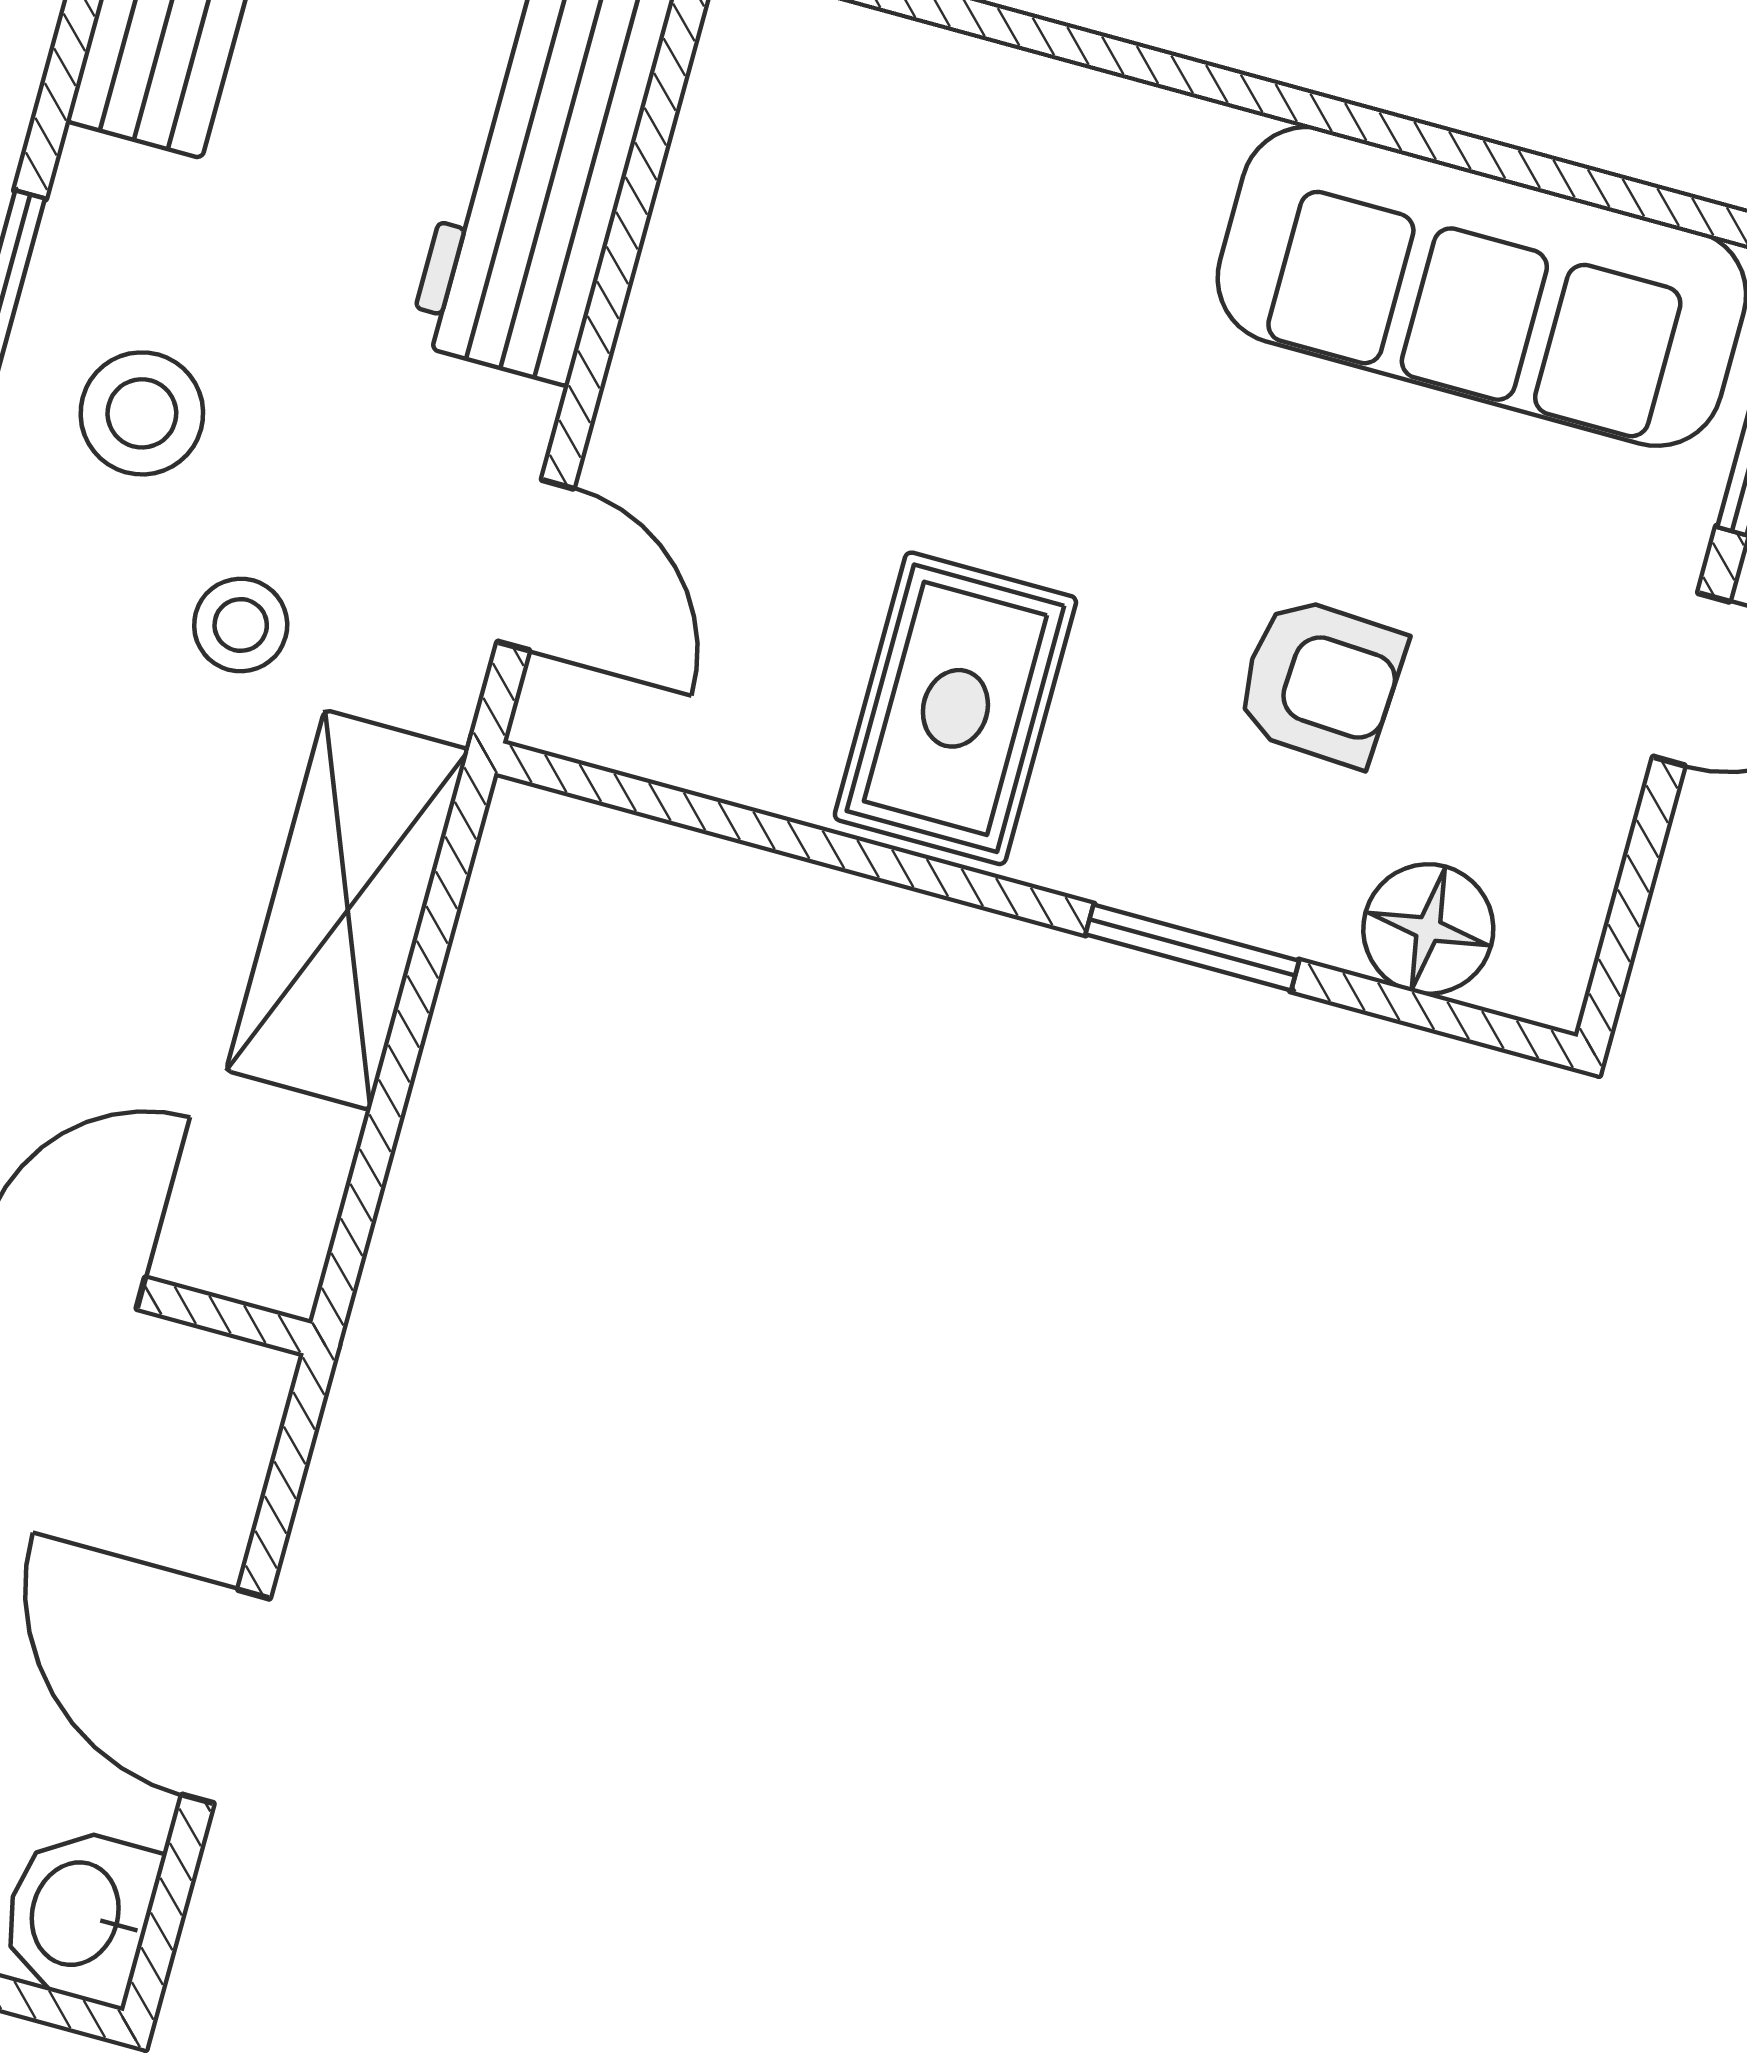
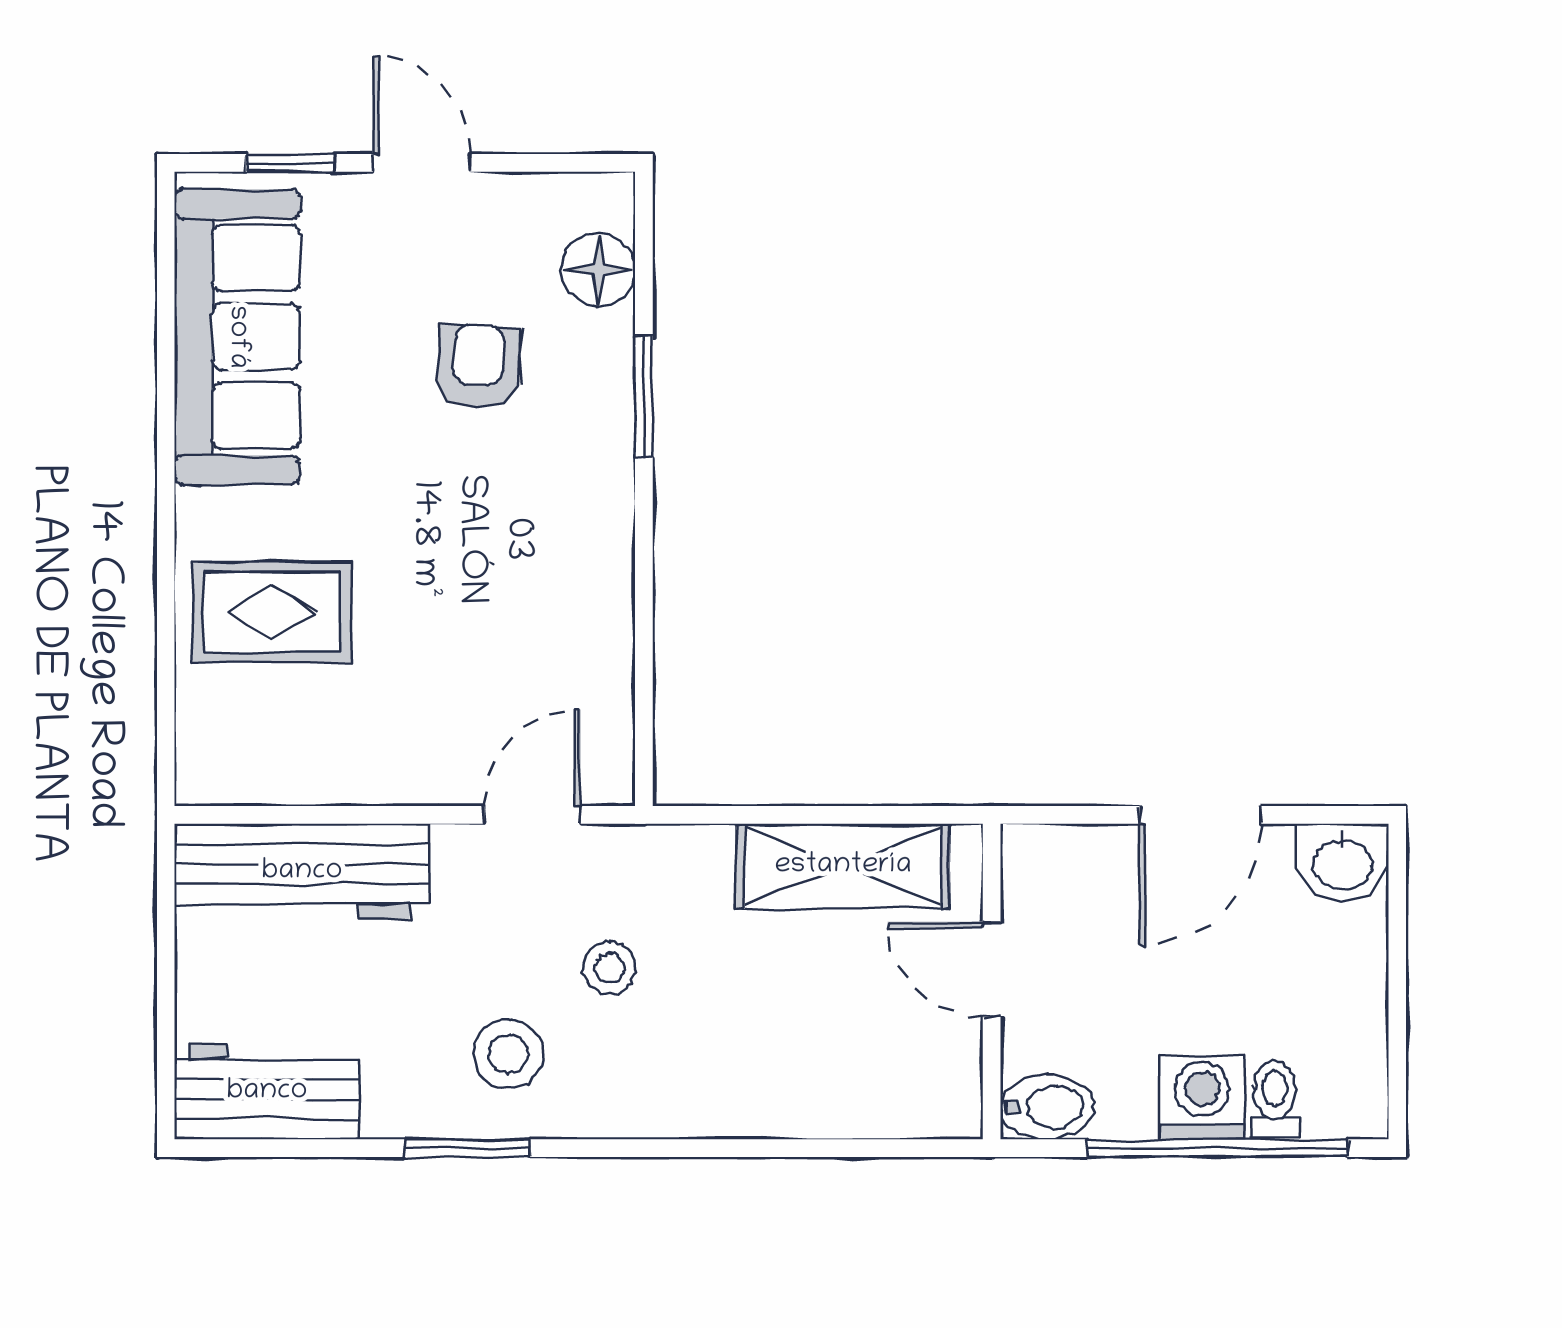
rug: (955, 708) -> (272, 612), moved
shelving: (348, 910) -> (843, 866), moved

